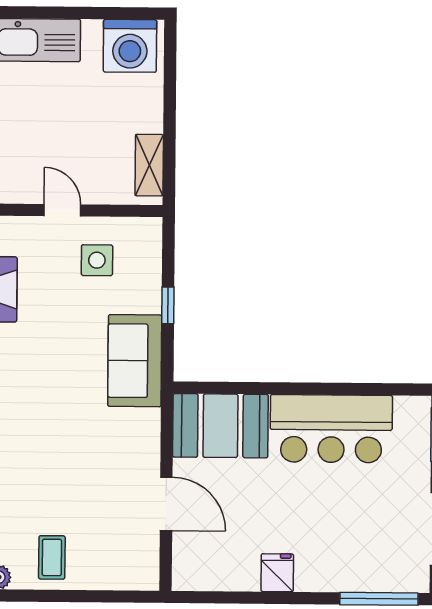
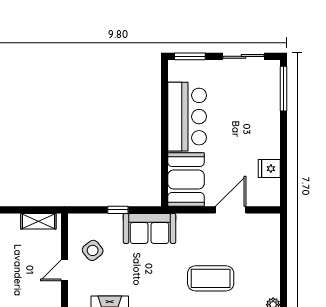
side table: (97, 260) -> (93, 250), turned -38
coffee table: (52, 557) -> (211, 278), moved, width x1.86, depth x1.72
fridge: (277, 573) -> (269, 169), moved

